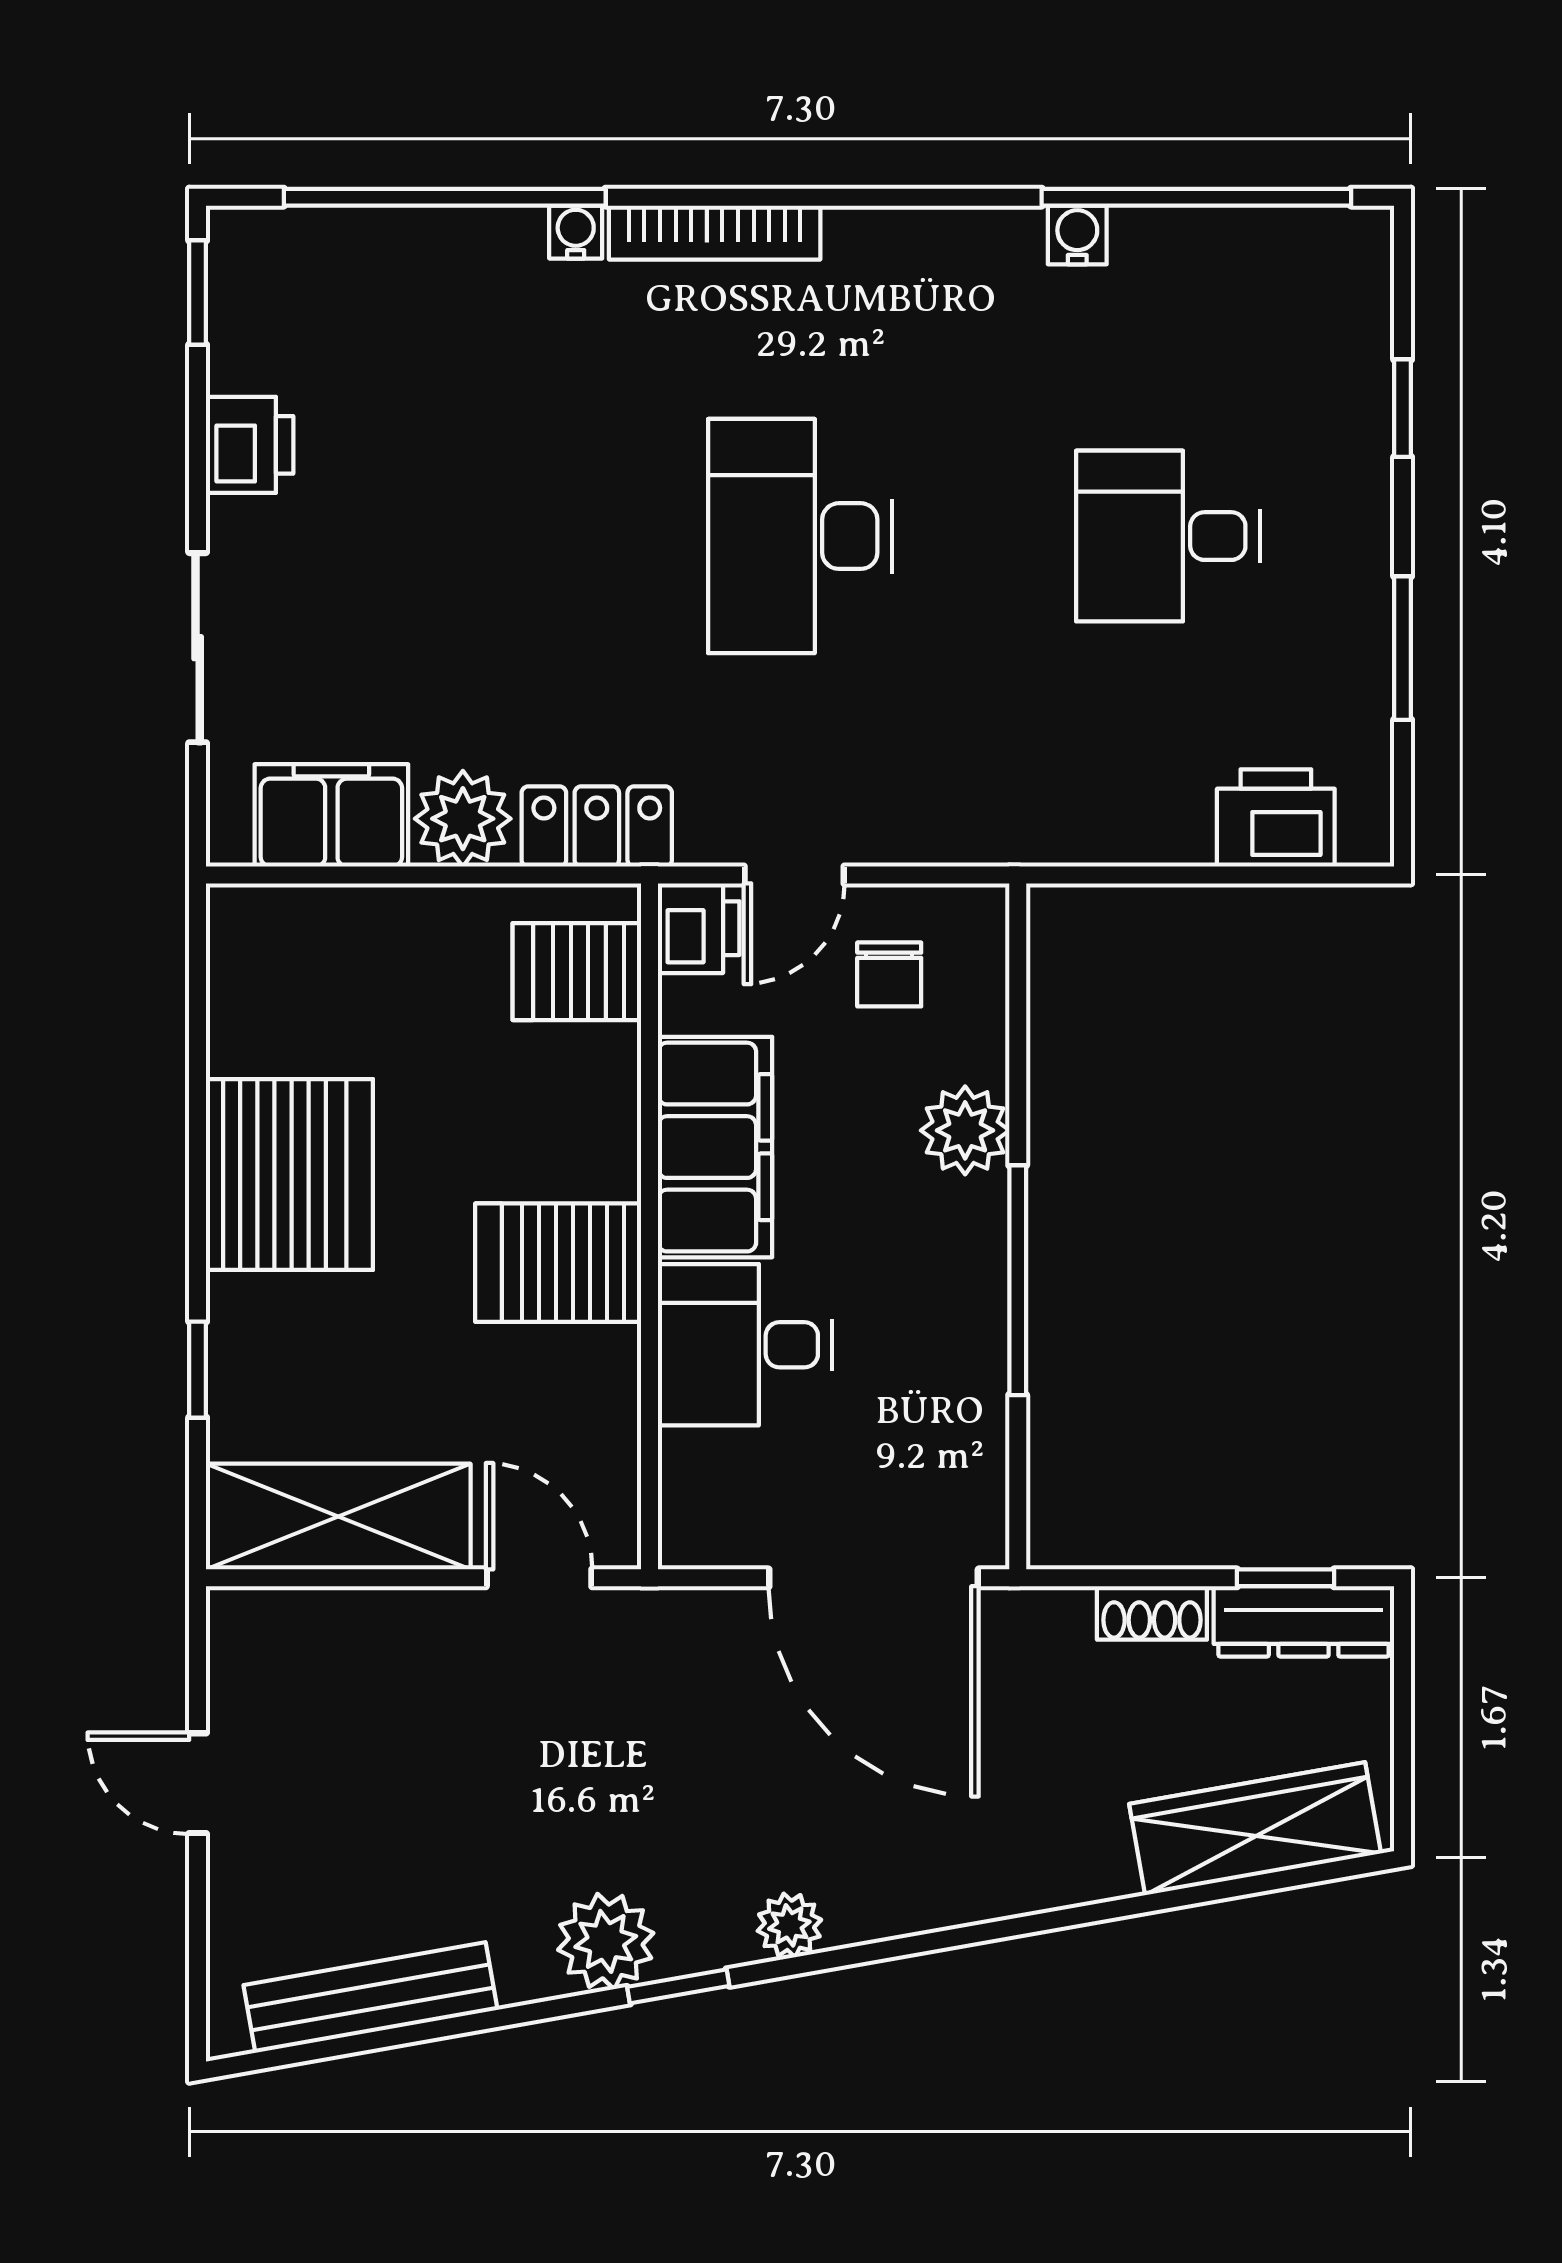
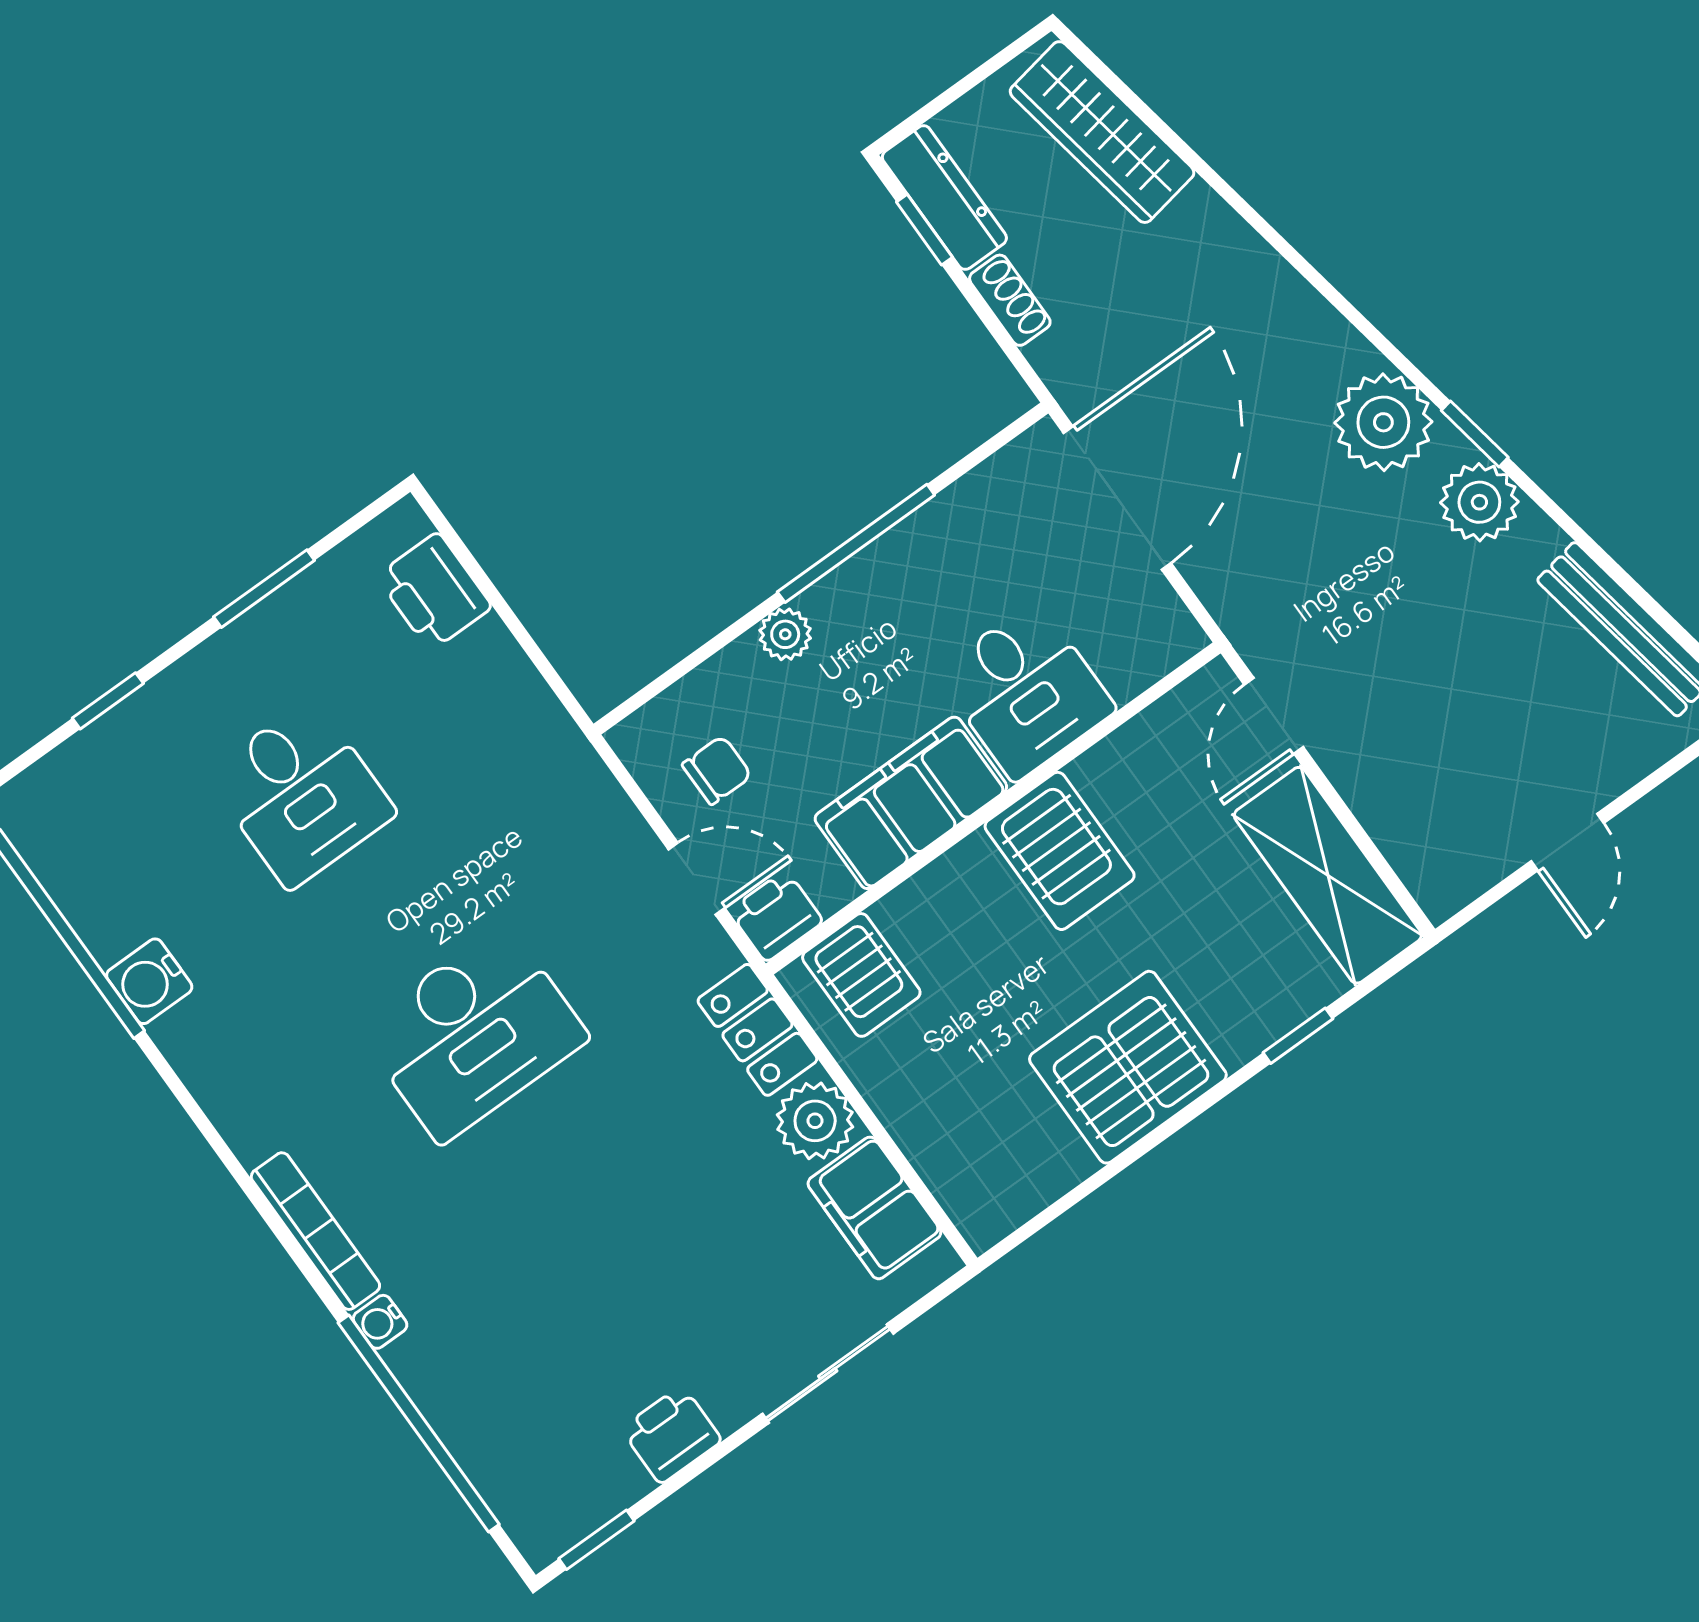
water cooler: (1077, 235) -> (149, 981), width x1.38, depth x1.38
plant: (965, 1130) -> (785, 634), width x0.73, depth x0.73
plant: (789, 1925) -> (1383, 422), width x1.88, depth x1.88

